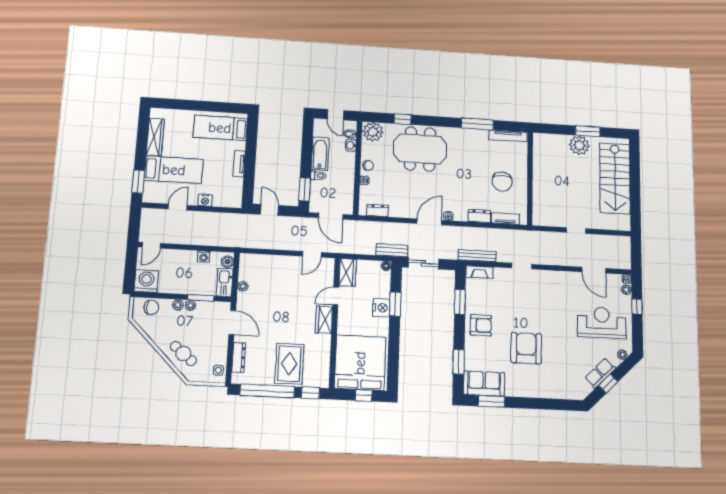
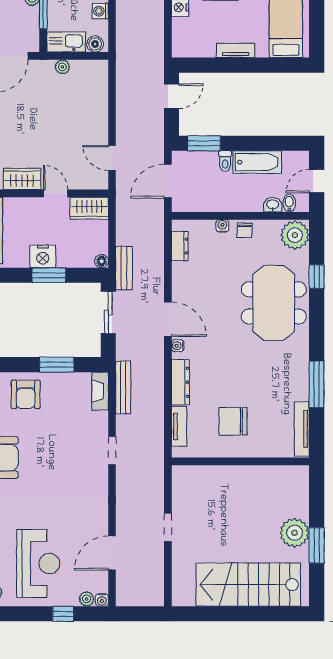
dresser: (479, 216) -> (180, 382), width x1.44

